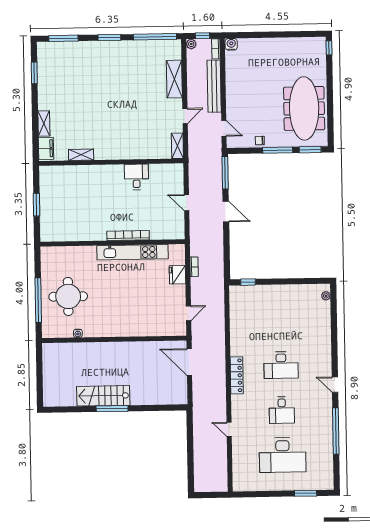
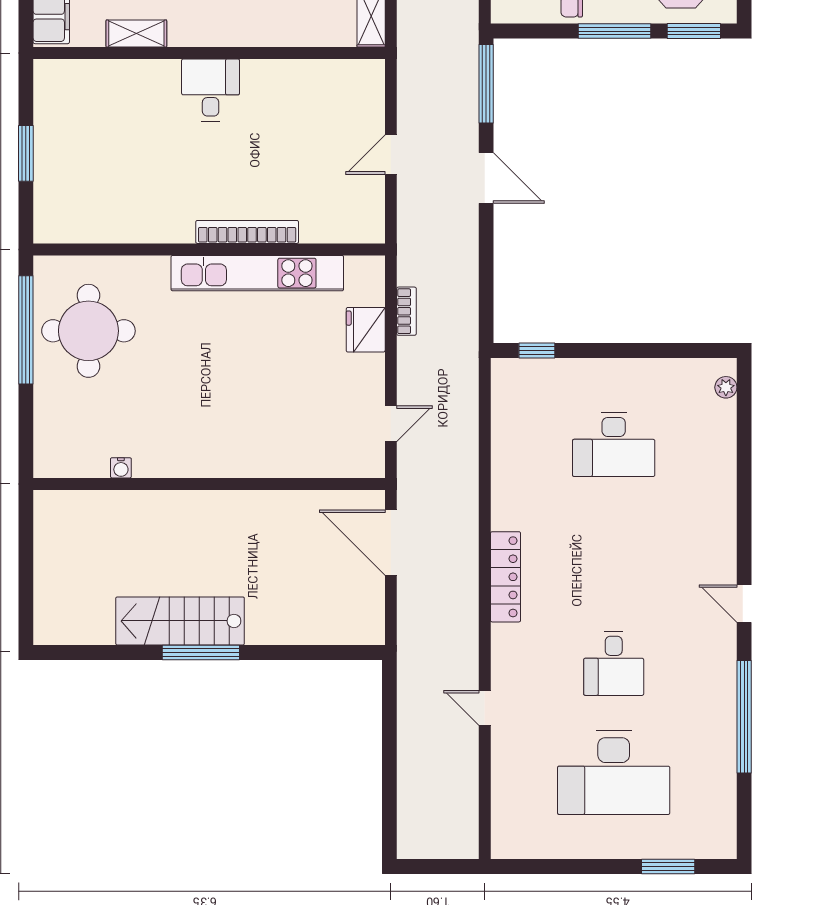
desk: (137, 177) -> (211, 90), moved
door: (187, 203) -> (391, 155), hinge flipped
round table: (68, 296) -> (88, 331), moved
window: (38, 300) -> (26, 330), moved
desk: (281, 365) -> (614, 444), moved

